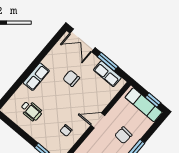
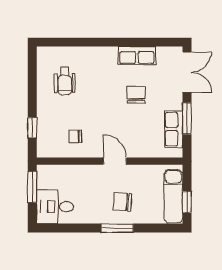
double door: (83, 40) -> (187, 72), swing flipped
row of seats: (36, 77) -> (137, 55), moved

